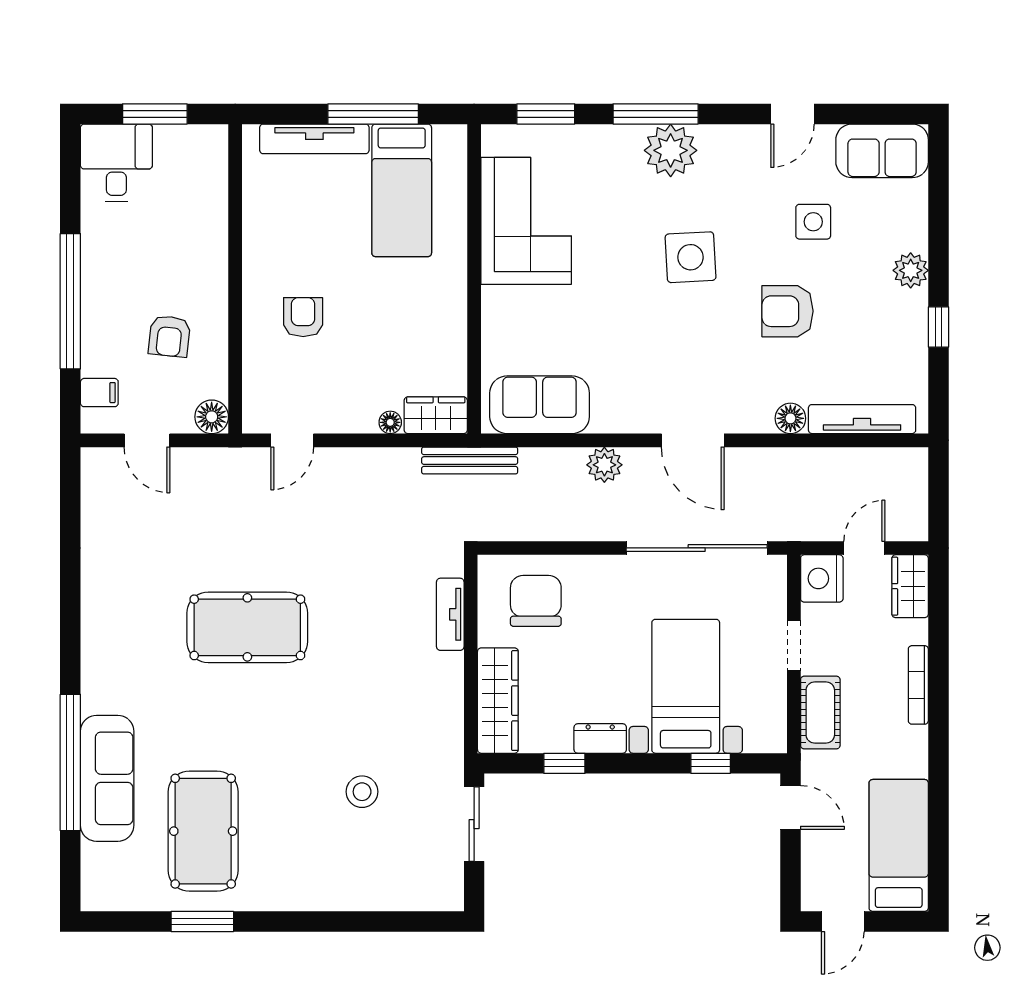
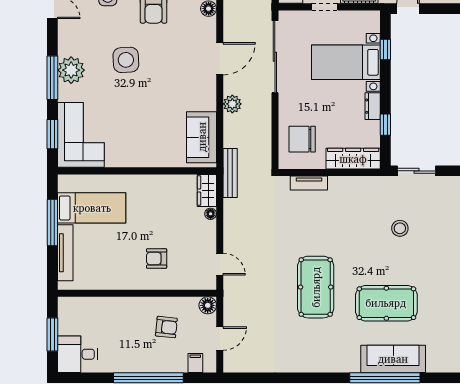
corner sofa: (526, 221) -> (81, 135), moved, turned 90
pool table: (203, 831) -> (386, 303), moved

